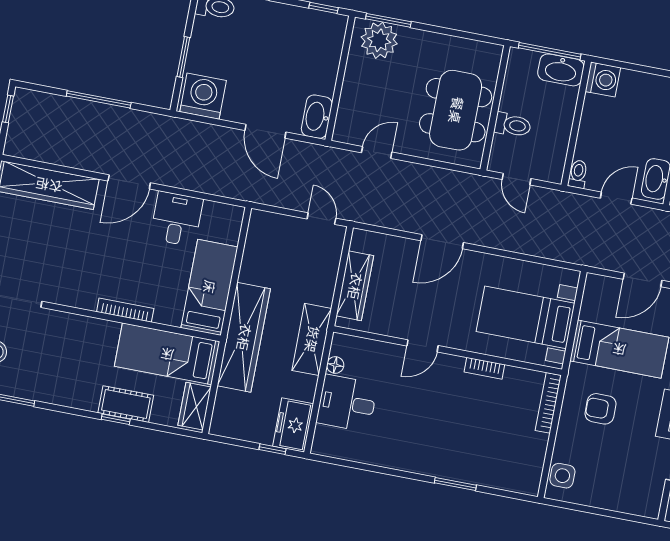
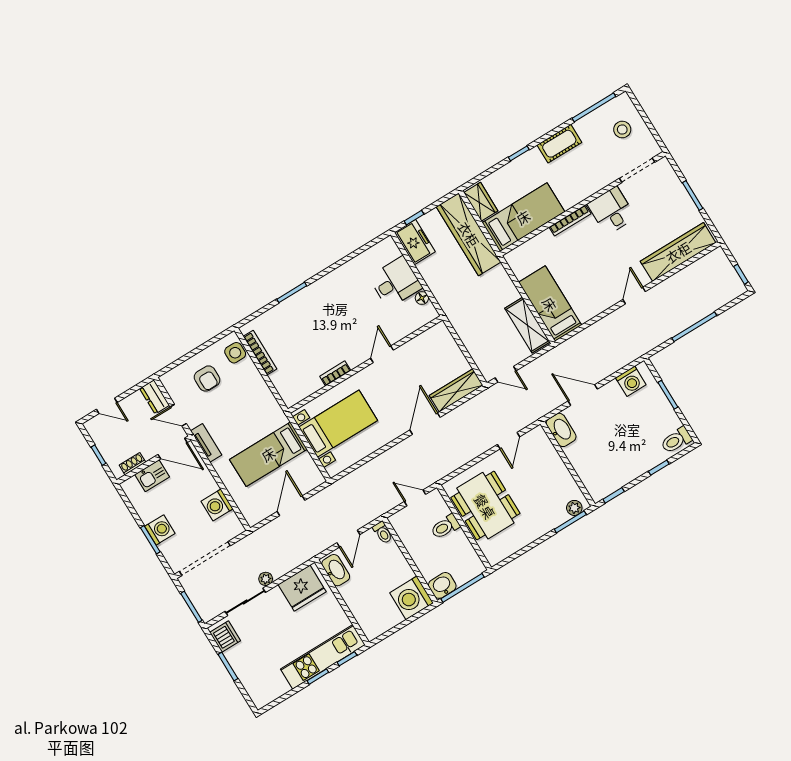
plant: (379, 40) -> (574, 508), width x0.53, depth x0.53
washbasin: (561, 70) -> (442, 585), width x0.72
washing machine: (603, 79) -> (412, 598), width x1.37, depth x1.37
washing machine: (203, 96) -> (631, 381), width x0.73, depth x0.73
door: (129, 182) -> (634, 295), width x0.73
desk: (177, 219) -> (611, 211), moved, turned 180
wardrobe: (355, 286) -> (456, 390), moved, turned 90
bed: (209, 287) -> (550, 304), moved, turned 180
wardrobe: (244, 337) -> (469, 234), moved
shelving: (312, 339) -> (527, 325), moved
bookcase: (548, 403) -> (260, 353), moved
cot: (126, 404) -> (559, 144), moved
armchair: (601, 409) -> (207, 379), moved, turned 90

